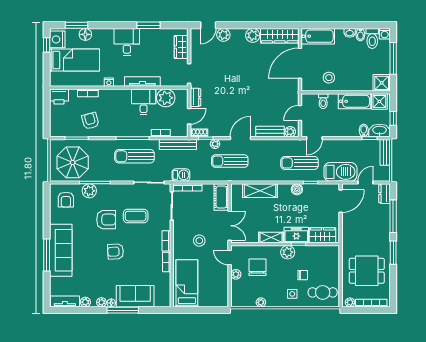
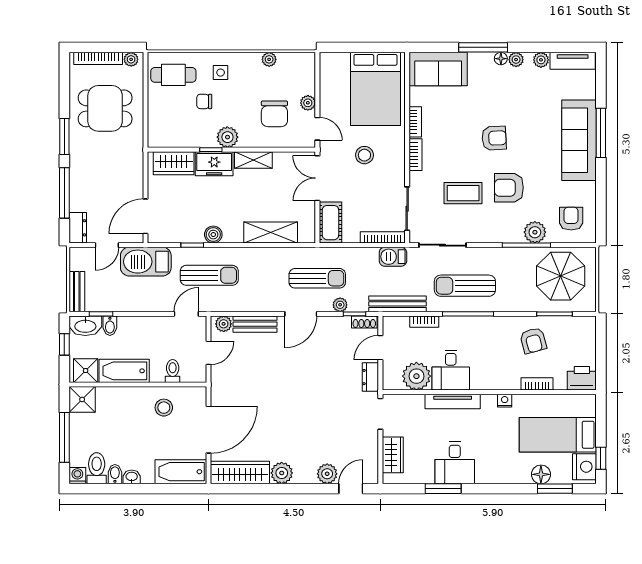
desk: (127, 42) -> (455, 463), moved
sun lounger: (134, 156) -> (465, 286), turned 180
bed: (187, 283) -> (375, 89), width x1.50
sofa: (135, 296) -> (438, 69), moved

